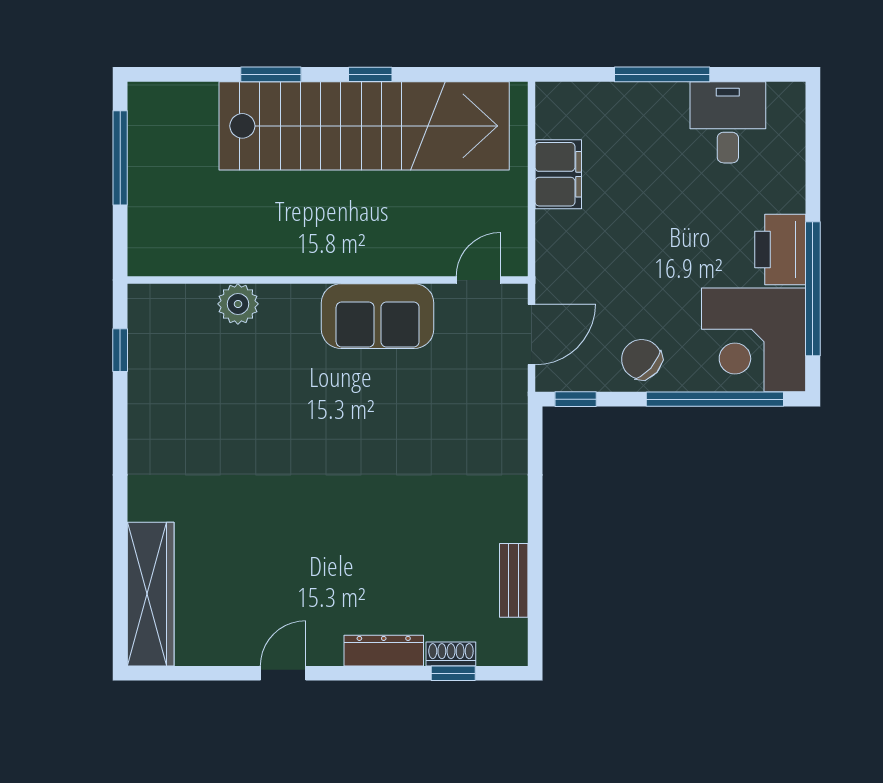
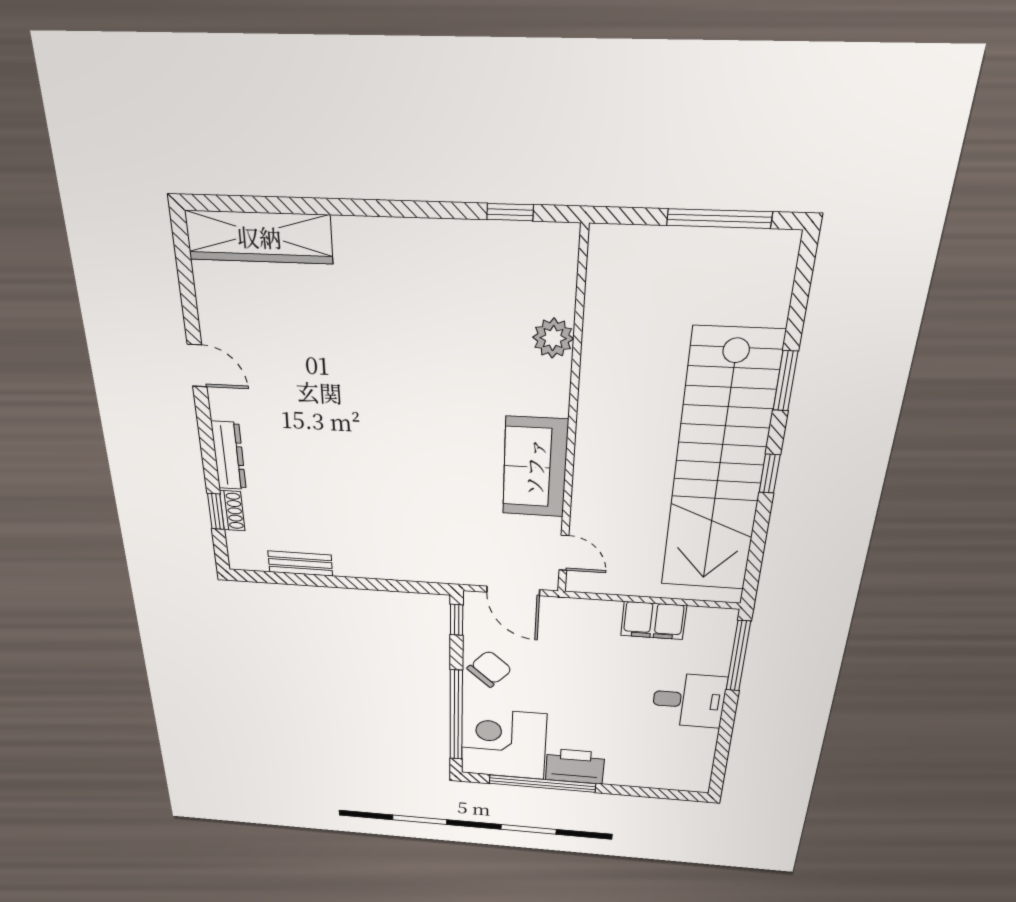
window: (662, 74) -> (738, 656), moved
desk: (728, 122) -> (689, 700), moved

